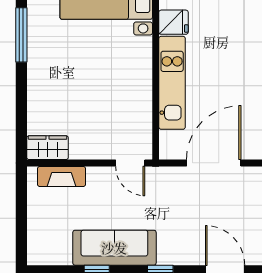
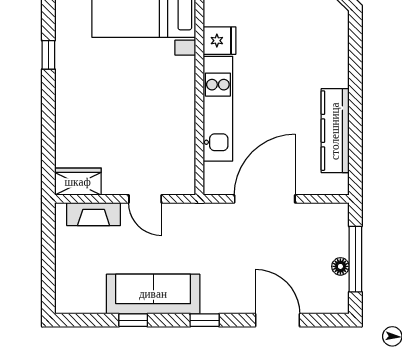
window: (21, 35) -> (48, 55), width x0.46
door: (130, 163) -> (145, 199), moved

